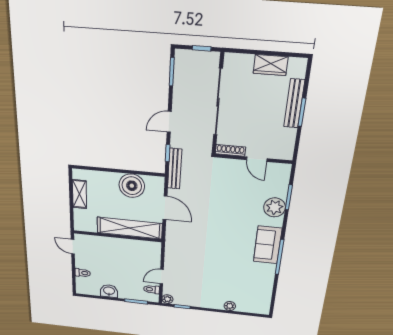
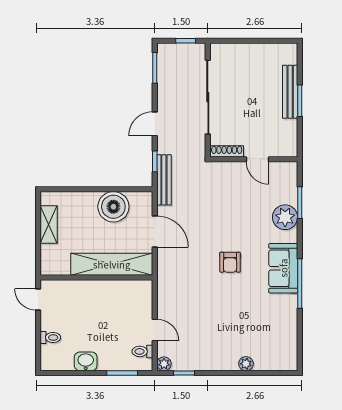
wardrobe: (271, 65) -> (260, 53), removed
armchair: (225, 236) -> (230, 262), added
door: (162, 277) -> (155, 330), swing flipped

